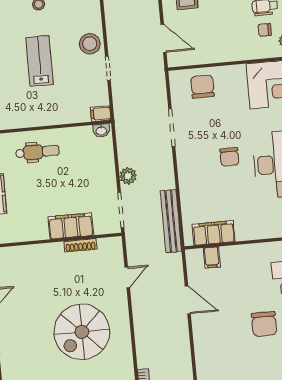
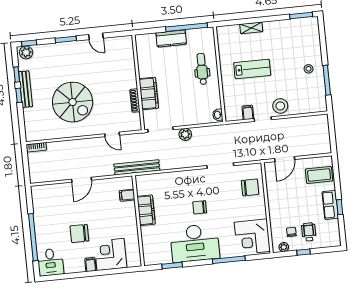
lab bench: (40, 61) -> (252, 69), moved
filing cabinet: (101, 114) -> (248, 112), moved
dental chair: (37, 152) -> (202, 69), turned 180
bench: (171, 221) -> (137, 167), moved
filing cabinet: (214, 233) -> (146, 210), moved
door: (188, 300) -> (81, 180), moved
spiral stairs: (82, 332) -> (73, 102), turned 180

